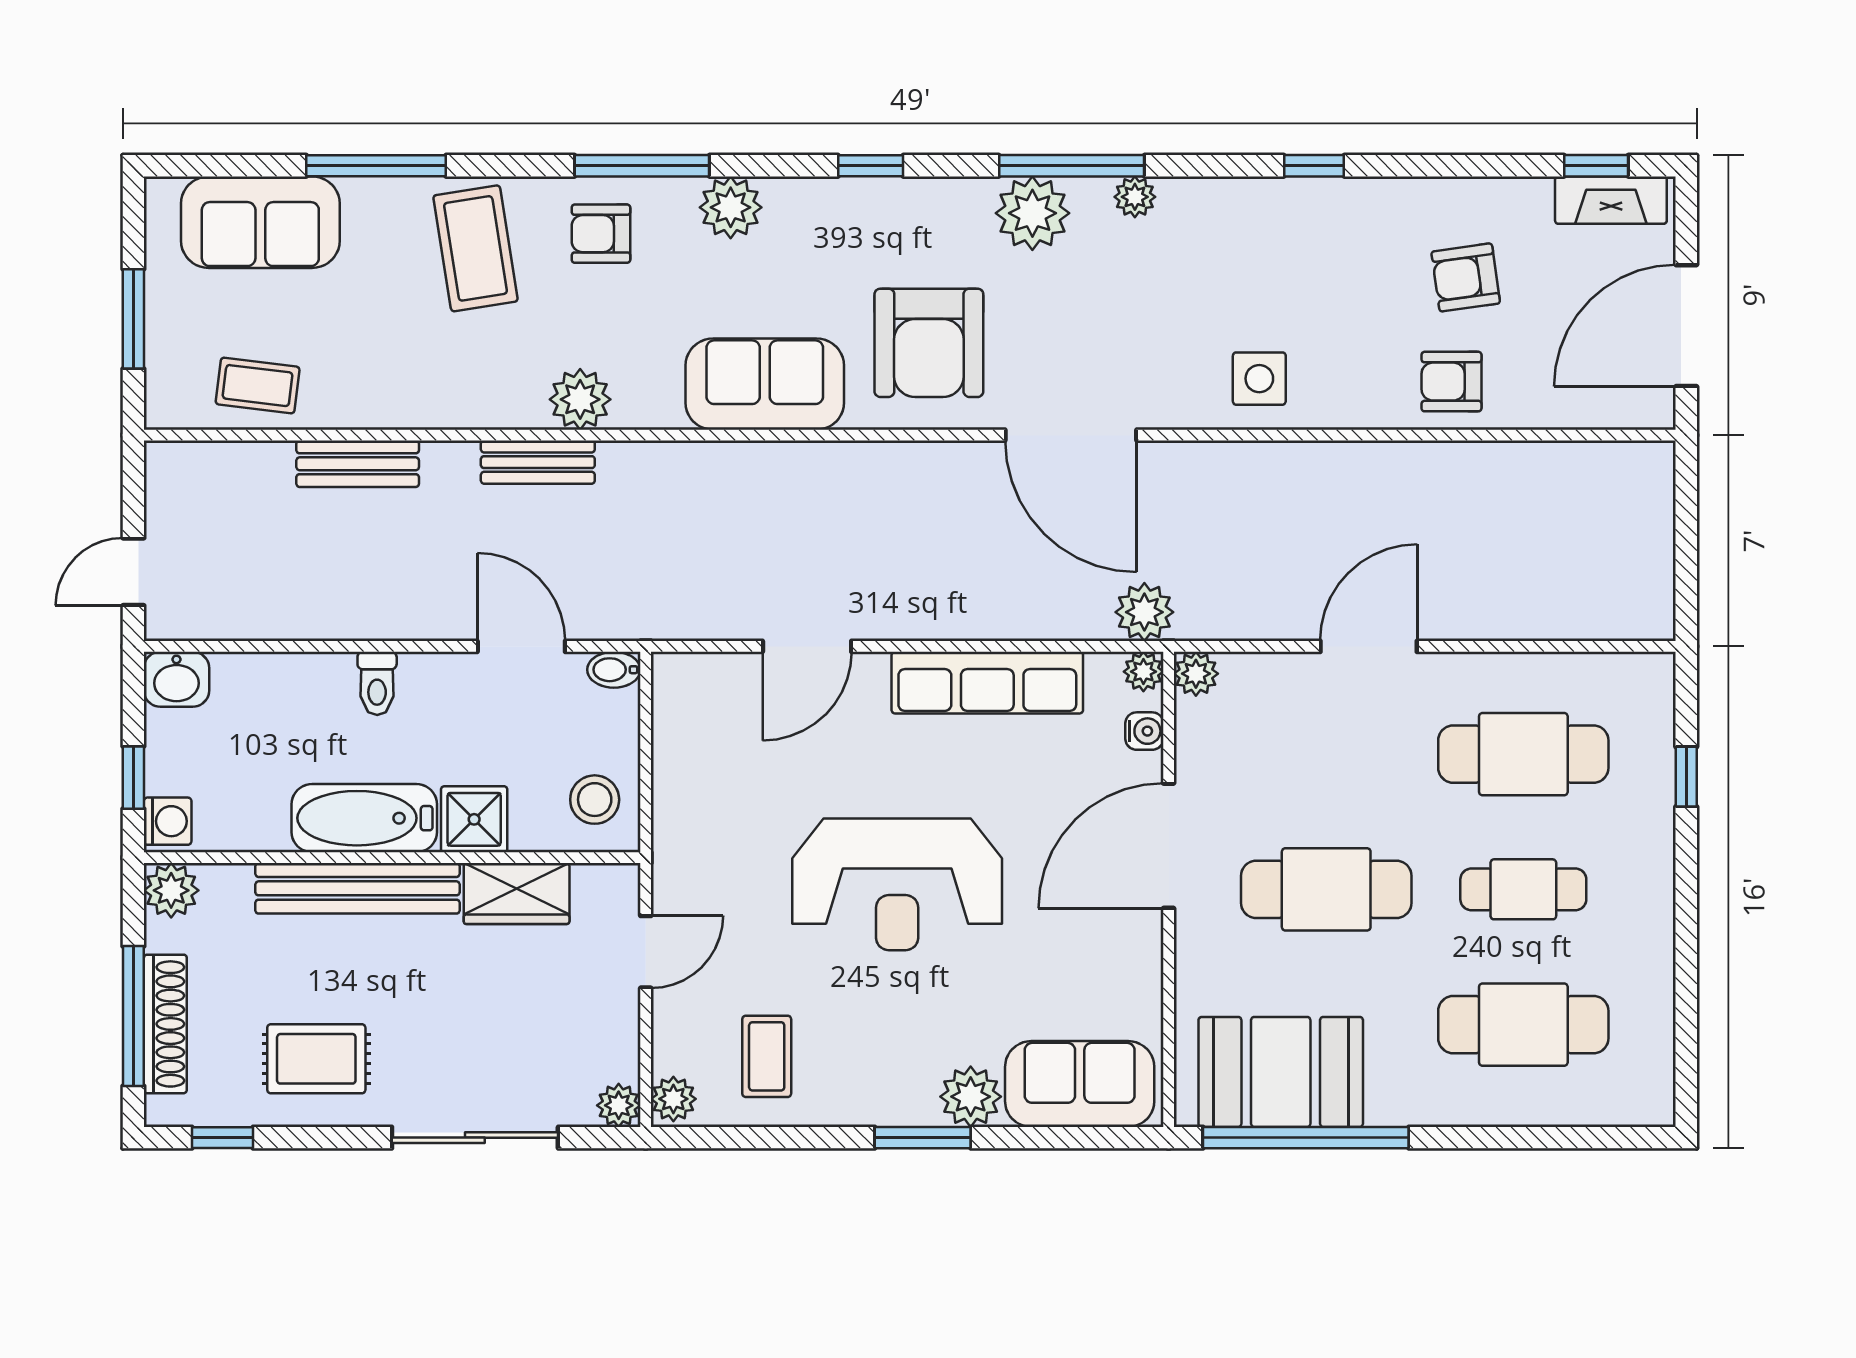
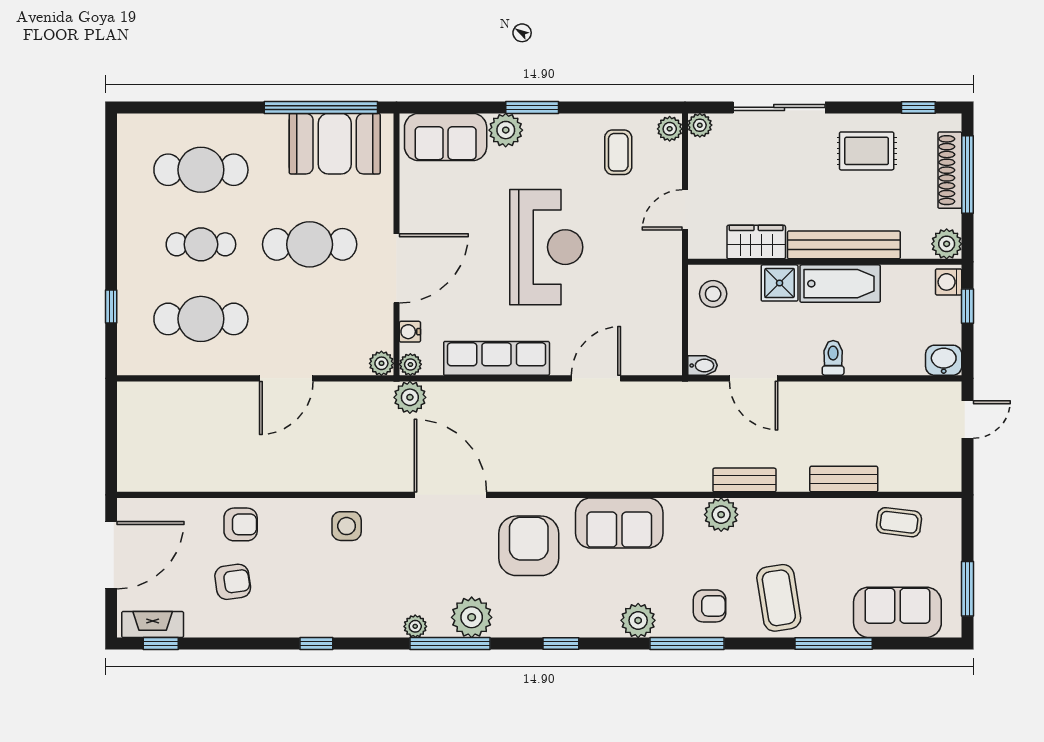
window: (133, 319) -> (968, 589), moved
reception desk: (897, 884) -> (546, 247), turned 90

